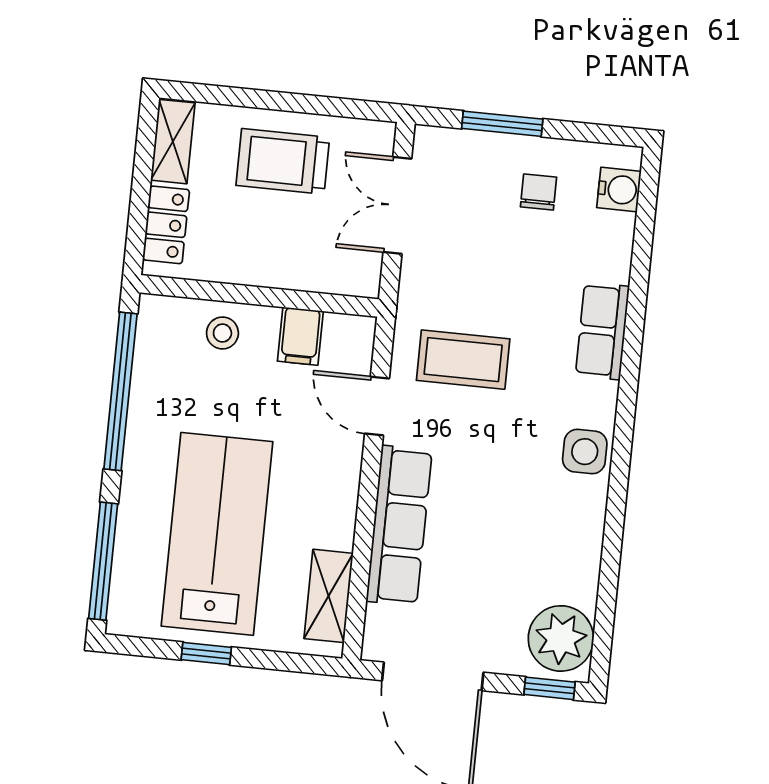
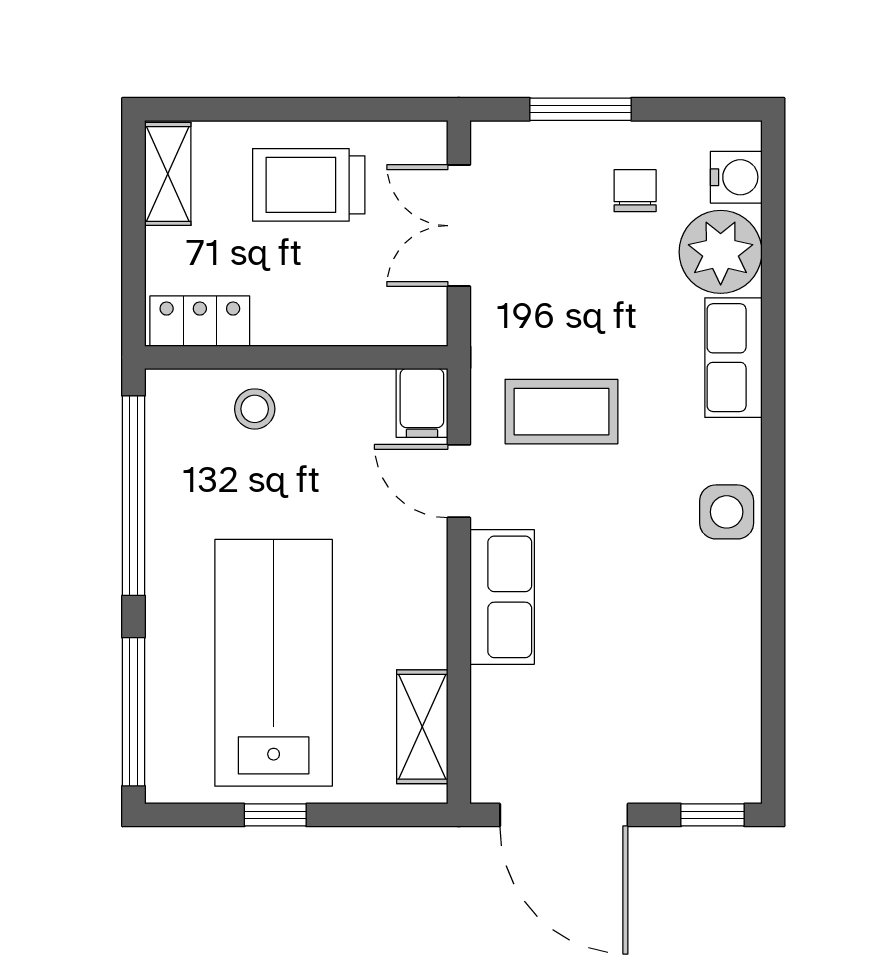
locker: (166, 225) -> (200, 321), moved, turned -90
filing cabinet: (300, 336) -> (422, 403), moved
row of seats: (399, 526) -> (502, 597), width x0.68
plant: (561, 638) -> (721, 252), moved

